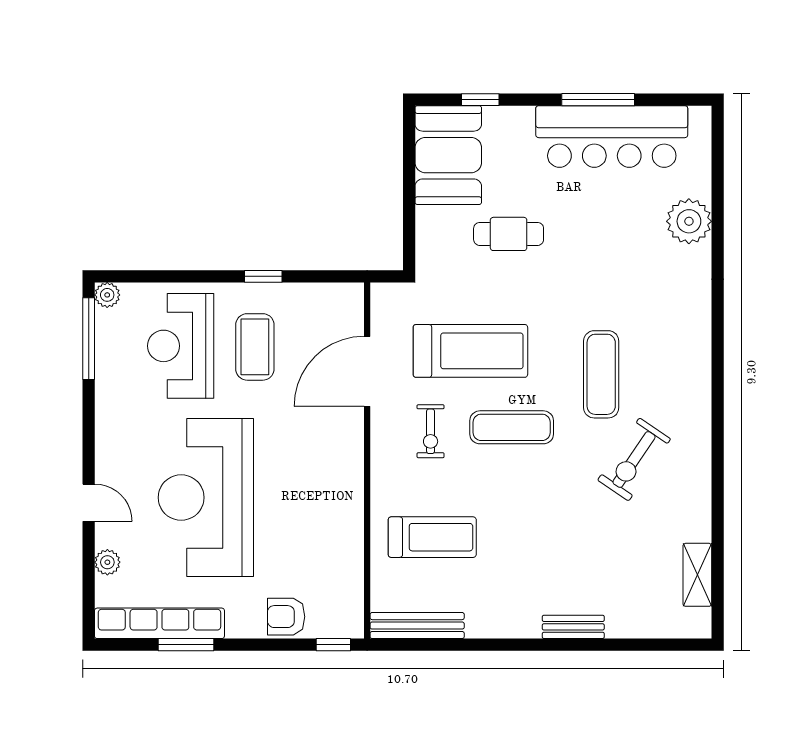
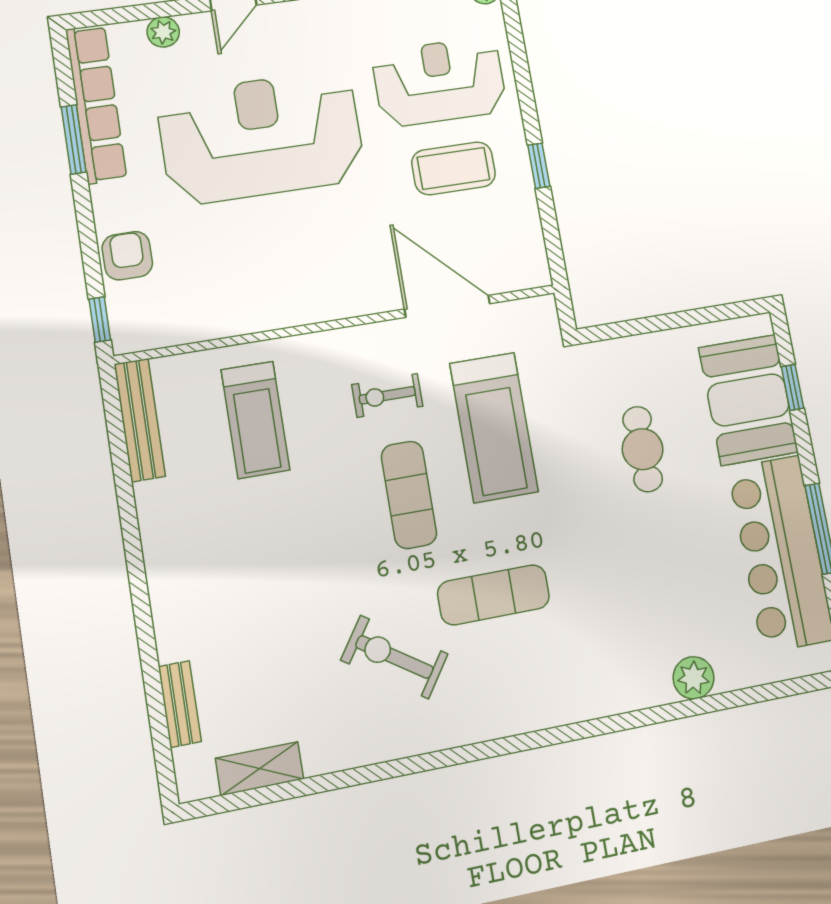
booth: (448, 155) -> (748, 400), moved, turned 90
plant: (689, 221) -> (694, 678), width x0.73, depth x0.73
bench: (573, 627) -> (180, 704), moved

